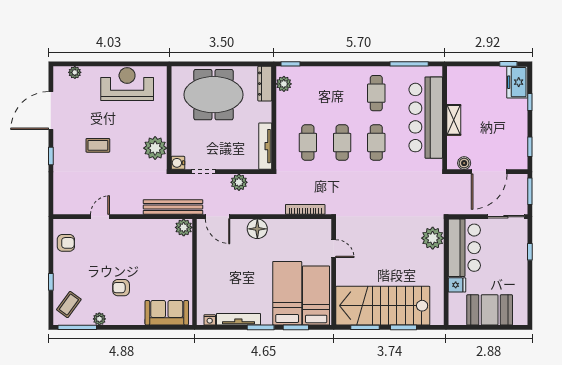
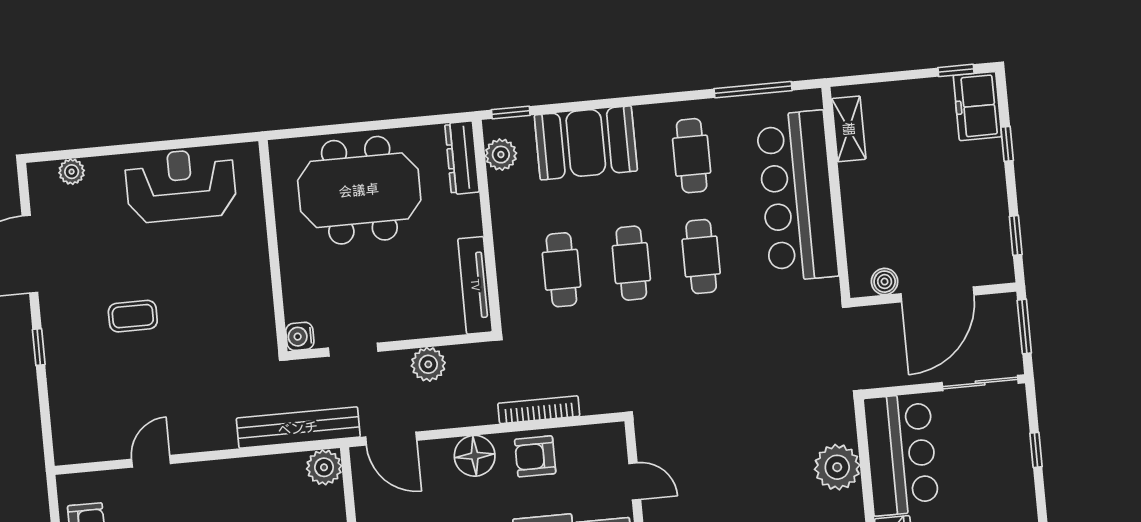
booth: (326, 82) -> (586, 143), added
shelving: (454, 120) -> (849, 129), moved
plant: (155, 148) -> (250, 311), removed
bookcase: (305, 209) -> (539, 410), moved
armchair: (287, 232) -> (535, 456), added
plant: (433, 238) -> (837, 467), moved

